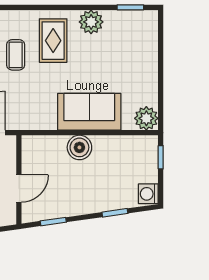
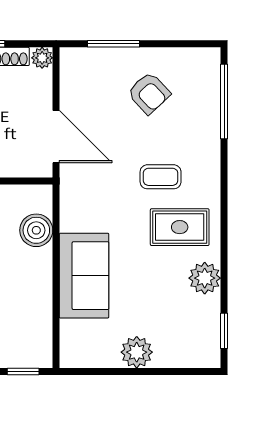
plant: (146, 118) -> (137, 352), moved
boiler: (79, 147) -> (36, 230), moved

